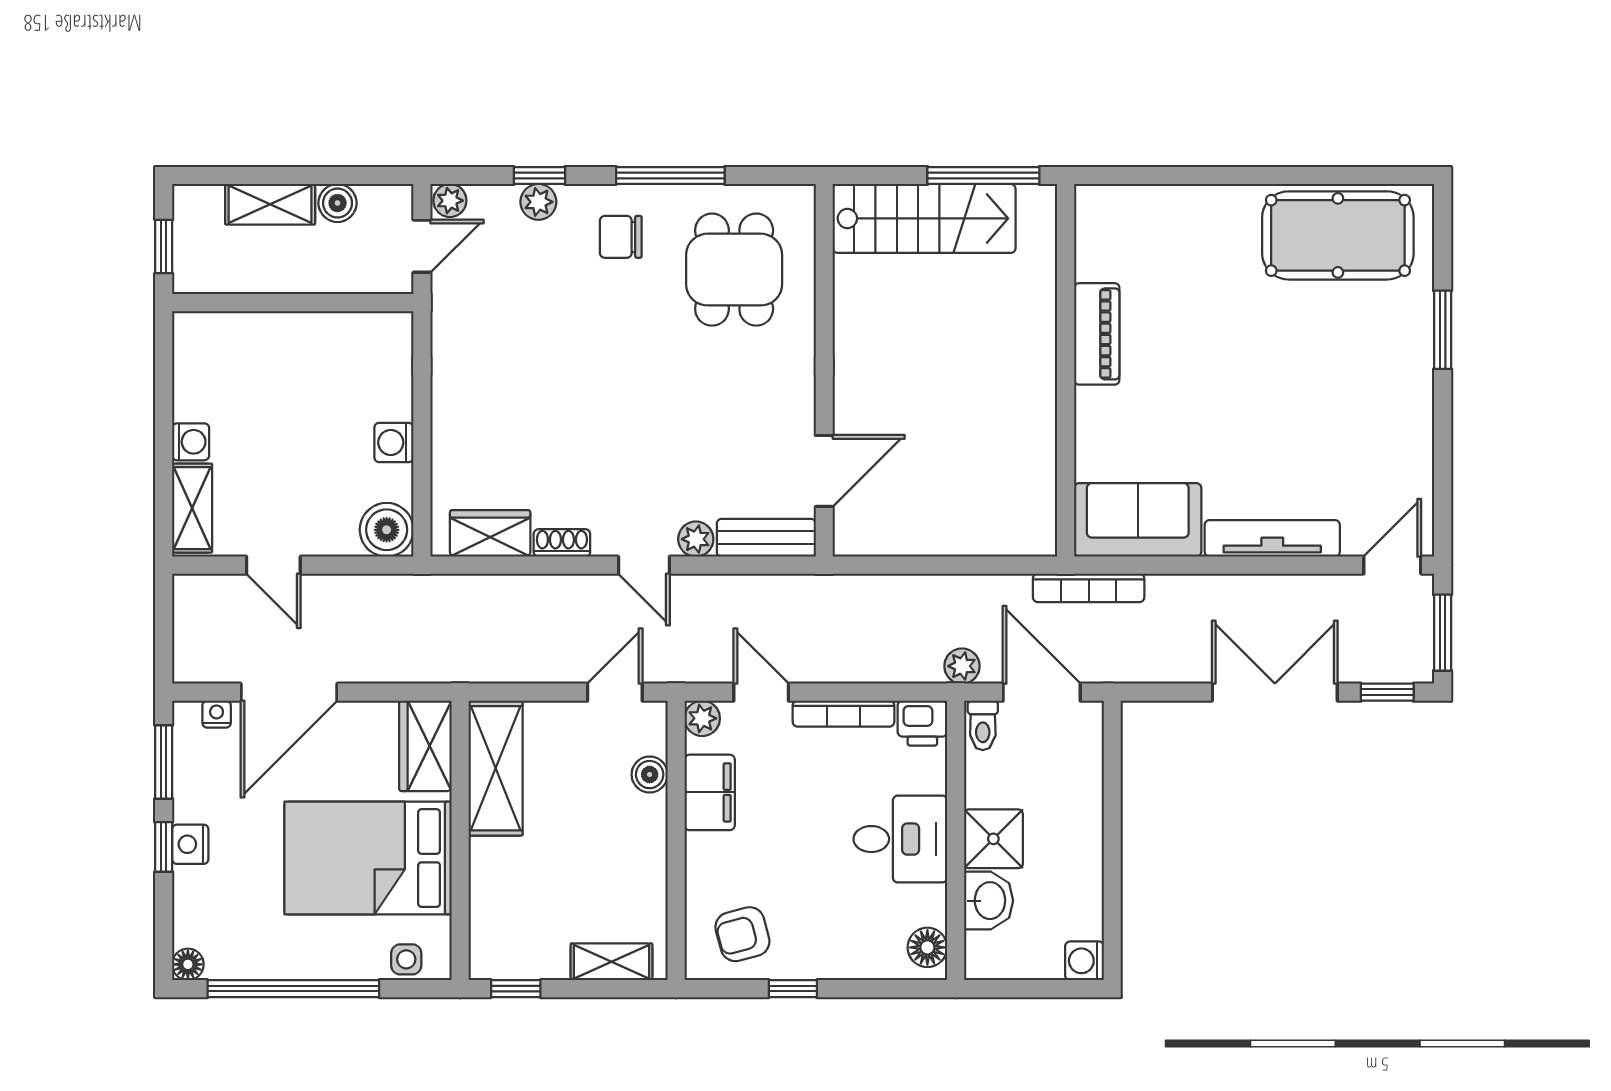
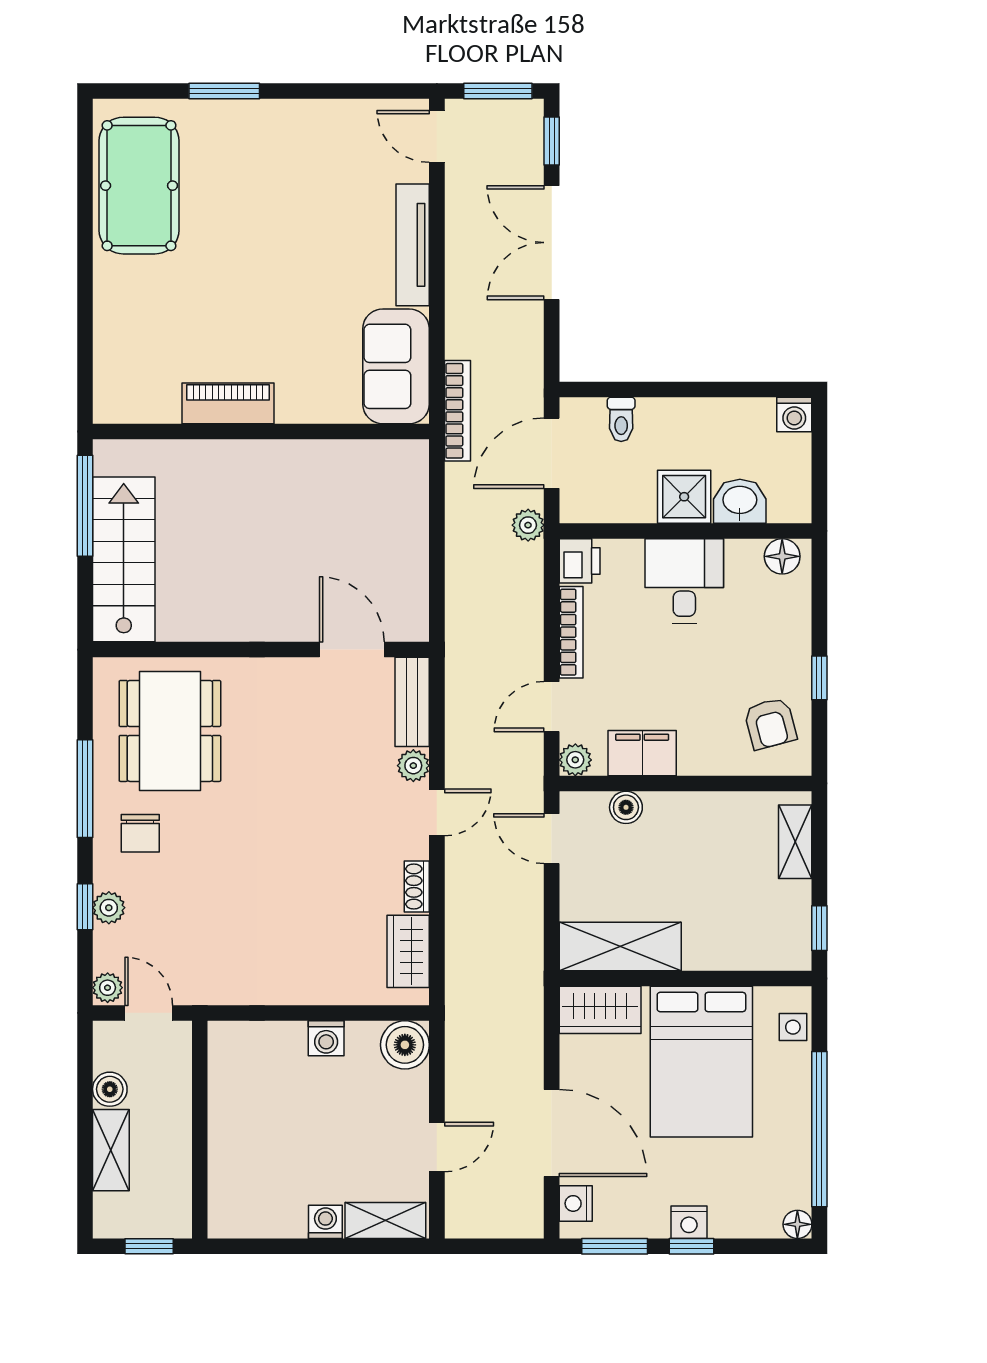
dining table: (734, 270) -> (170, 731), width x1.38
nightstand: (217, 714) -> (576, 1203), width x1.39, depth x1.35
toilet: (983, 725) -> (621, 419), moved, turned 90

